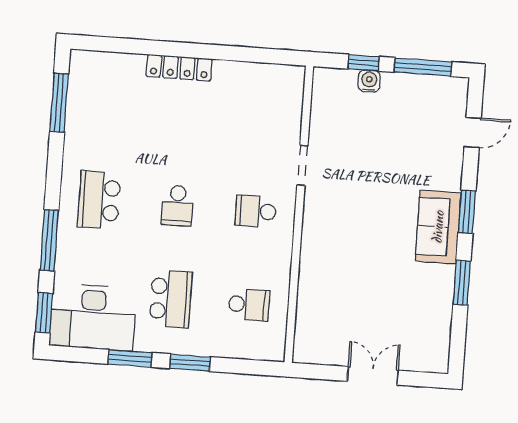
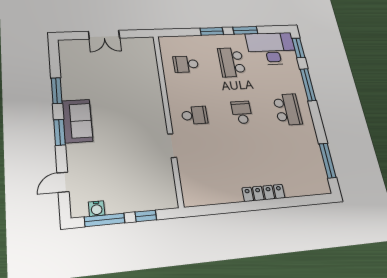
water cooler: (369, 81) -> (97, 209), moved

